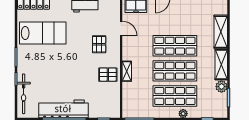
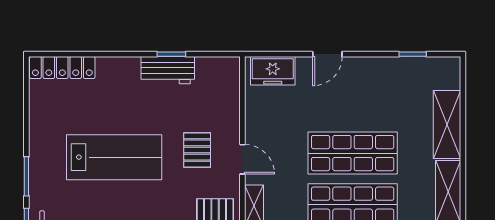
door: (121, 28) -> (242, 159), moved
lab bench: (43, 33) -> (114, 157), moved

